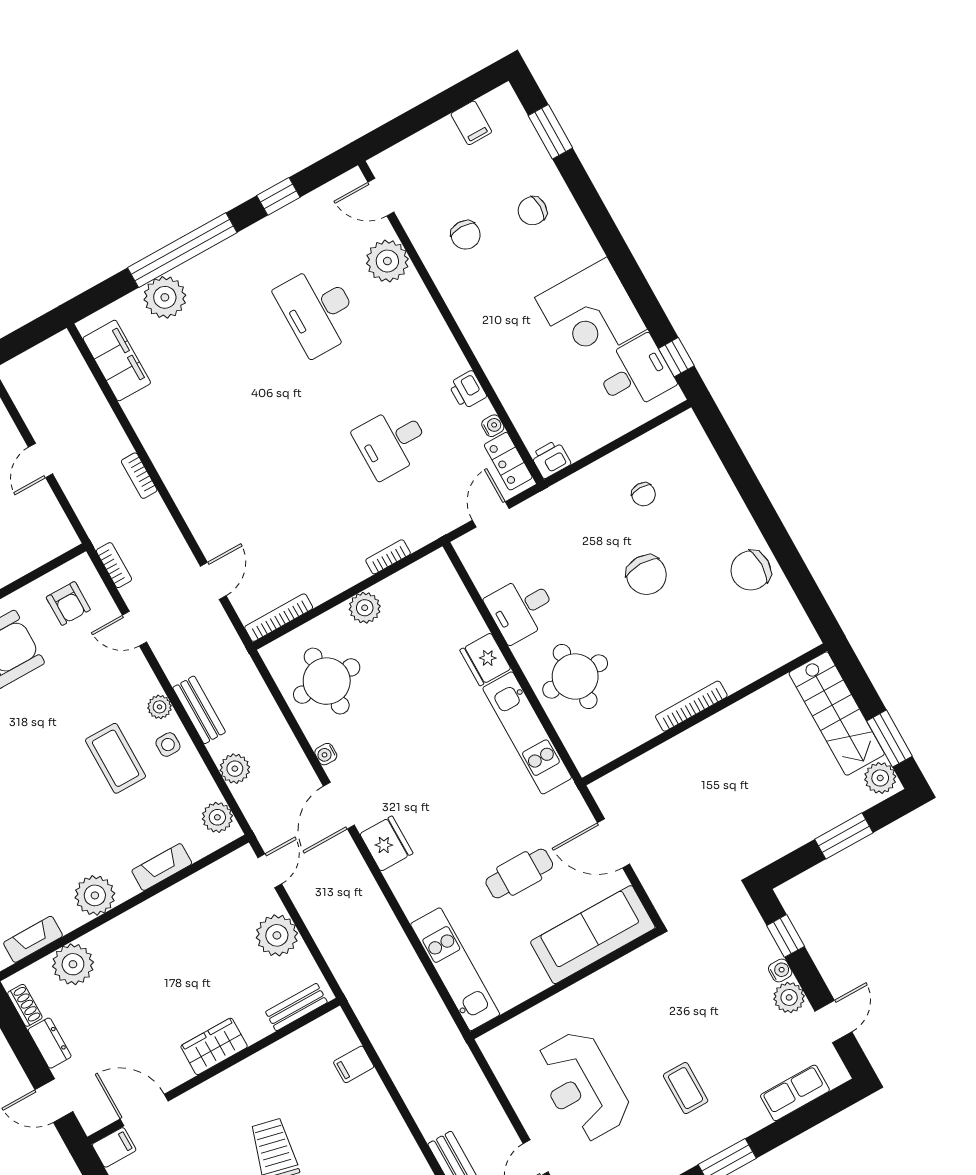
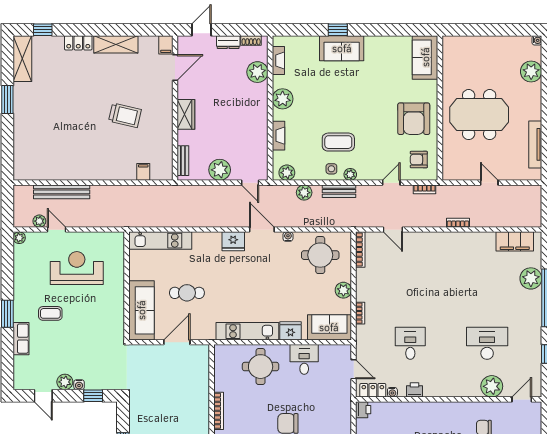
sofa: (442, 596) -> (329, 327), added
cafe table: (519, 873) -> (187, 293), turned 90
row of seats: (795, 1093) -> (21, 339), moved

